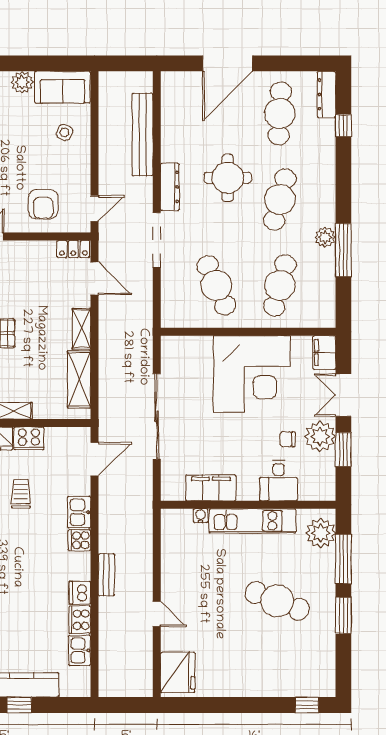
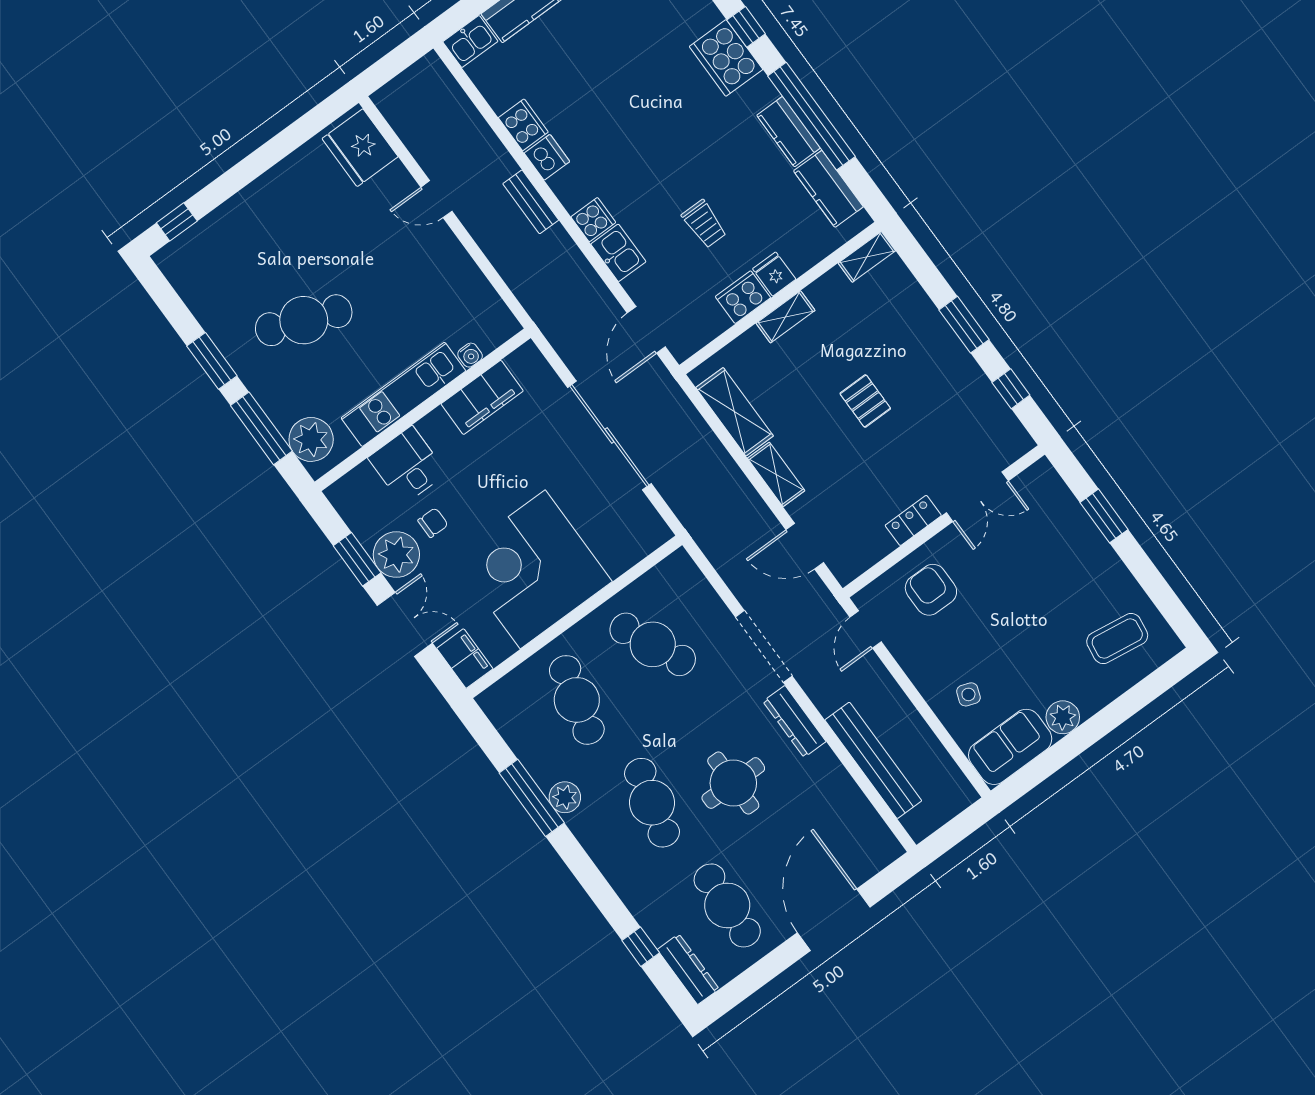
locker: (73, 249) -> (913, 520), moved
kitchen sink: (80, 650) -> (470, 42), moved, turned 90

